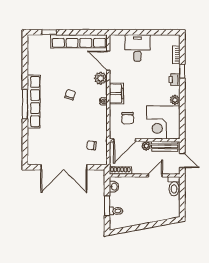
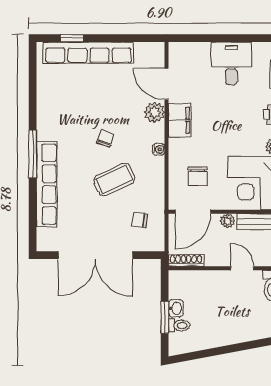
row of seats: (79, 41) -> (88, 53), moved
desk: (137, 48) -> (231, 64), moved
filing cabinet: (116, 93) -> (180, 120), moved
row of seats: (34, 101) -> (47, 184), moved
coffee table: (76, 120) -> (114, 179), added
door: (155, 175) -> (242, 268), hinge flipped
washbasin: (114, 187) -> (176, 308), moved

